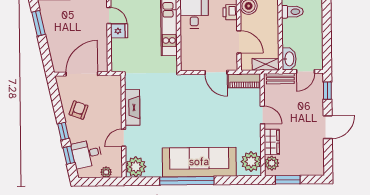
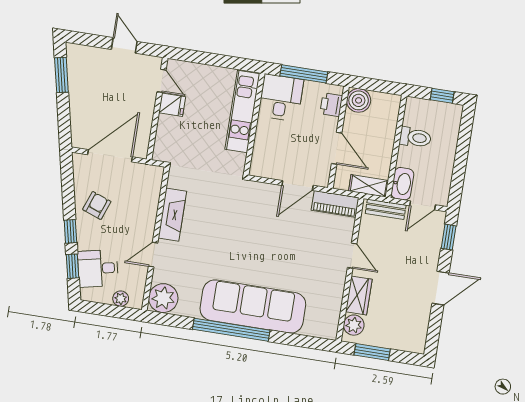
toilet: (292, 12) -> (415, 137), moved
door: (216, 72) -> (297, 185), hinge flipped
plant: (251, 162) -> (325, 318), removed

